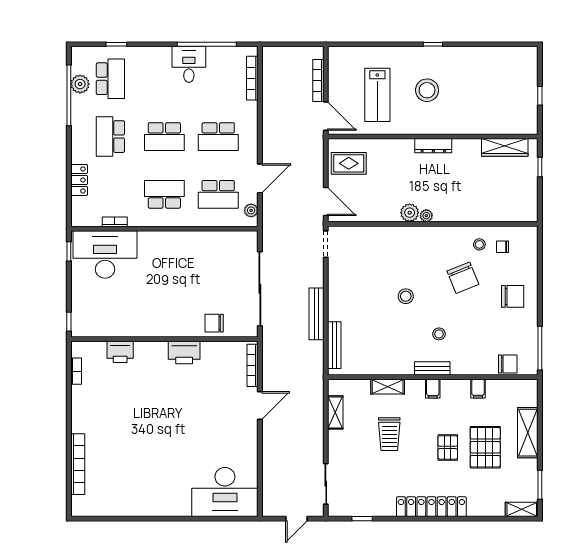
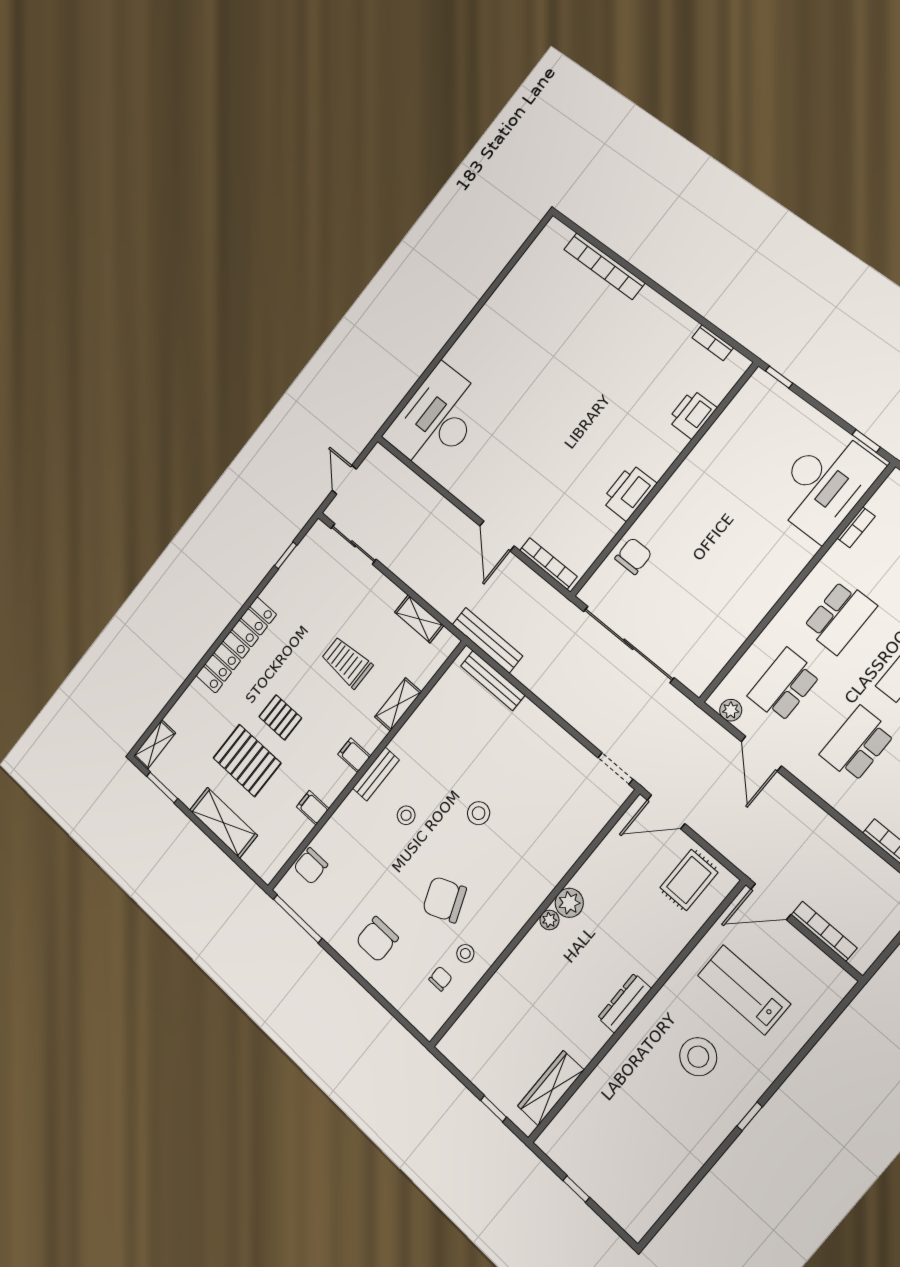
bench: (317, 314) -> (487, 640), moved

